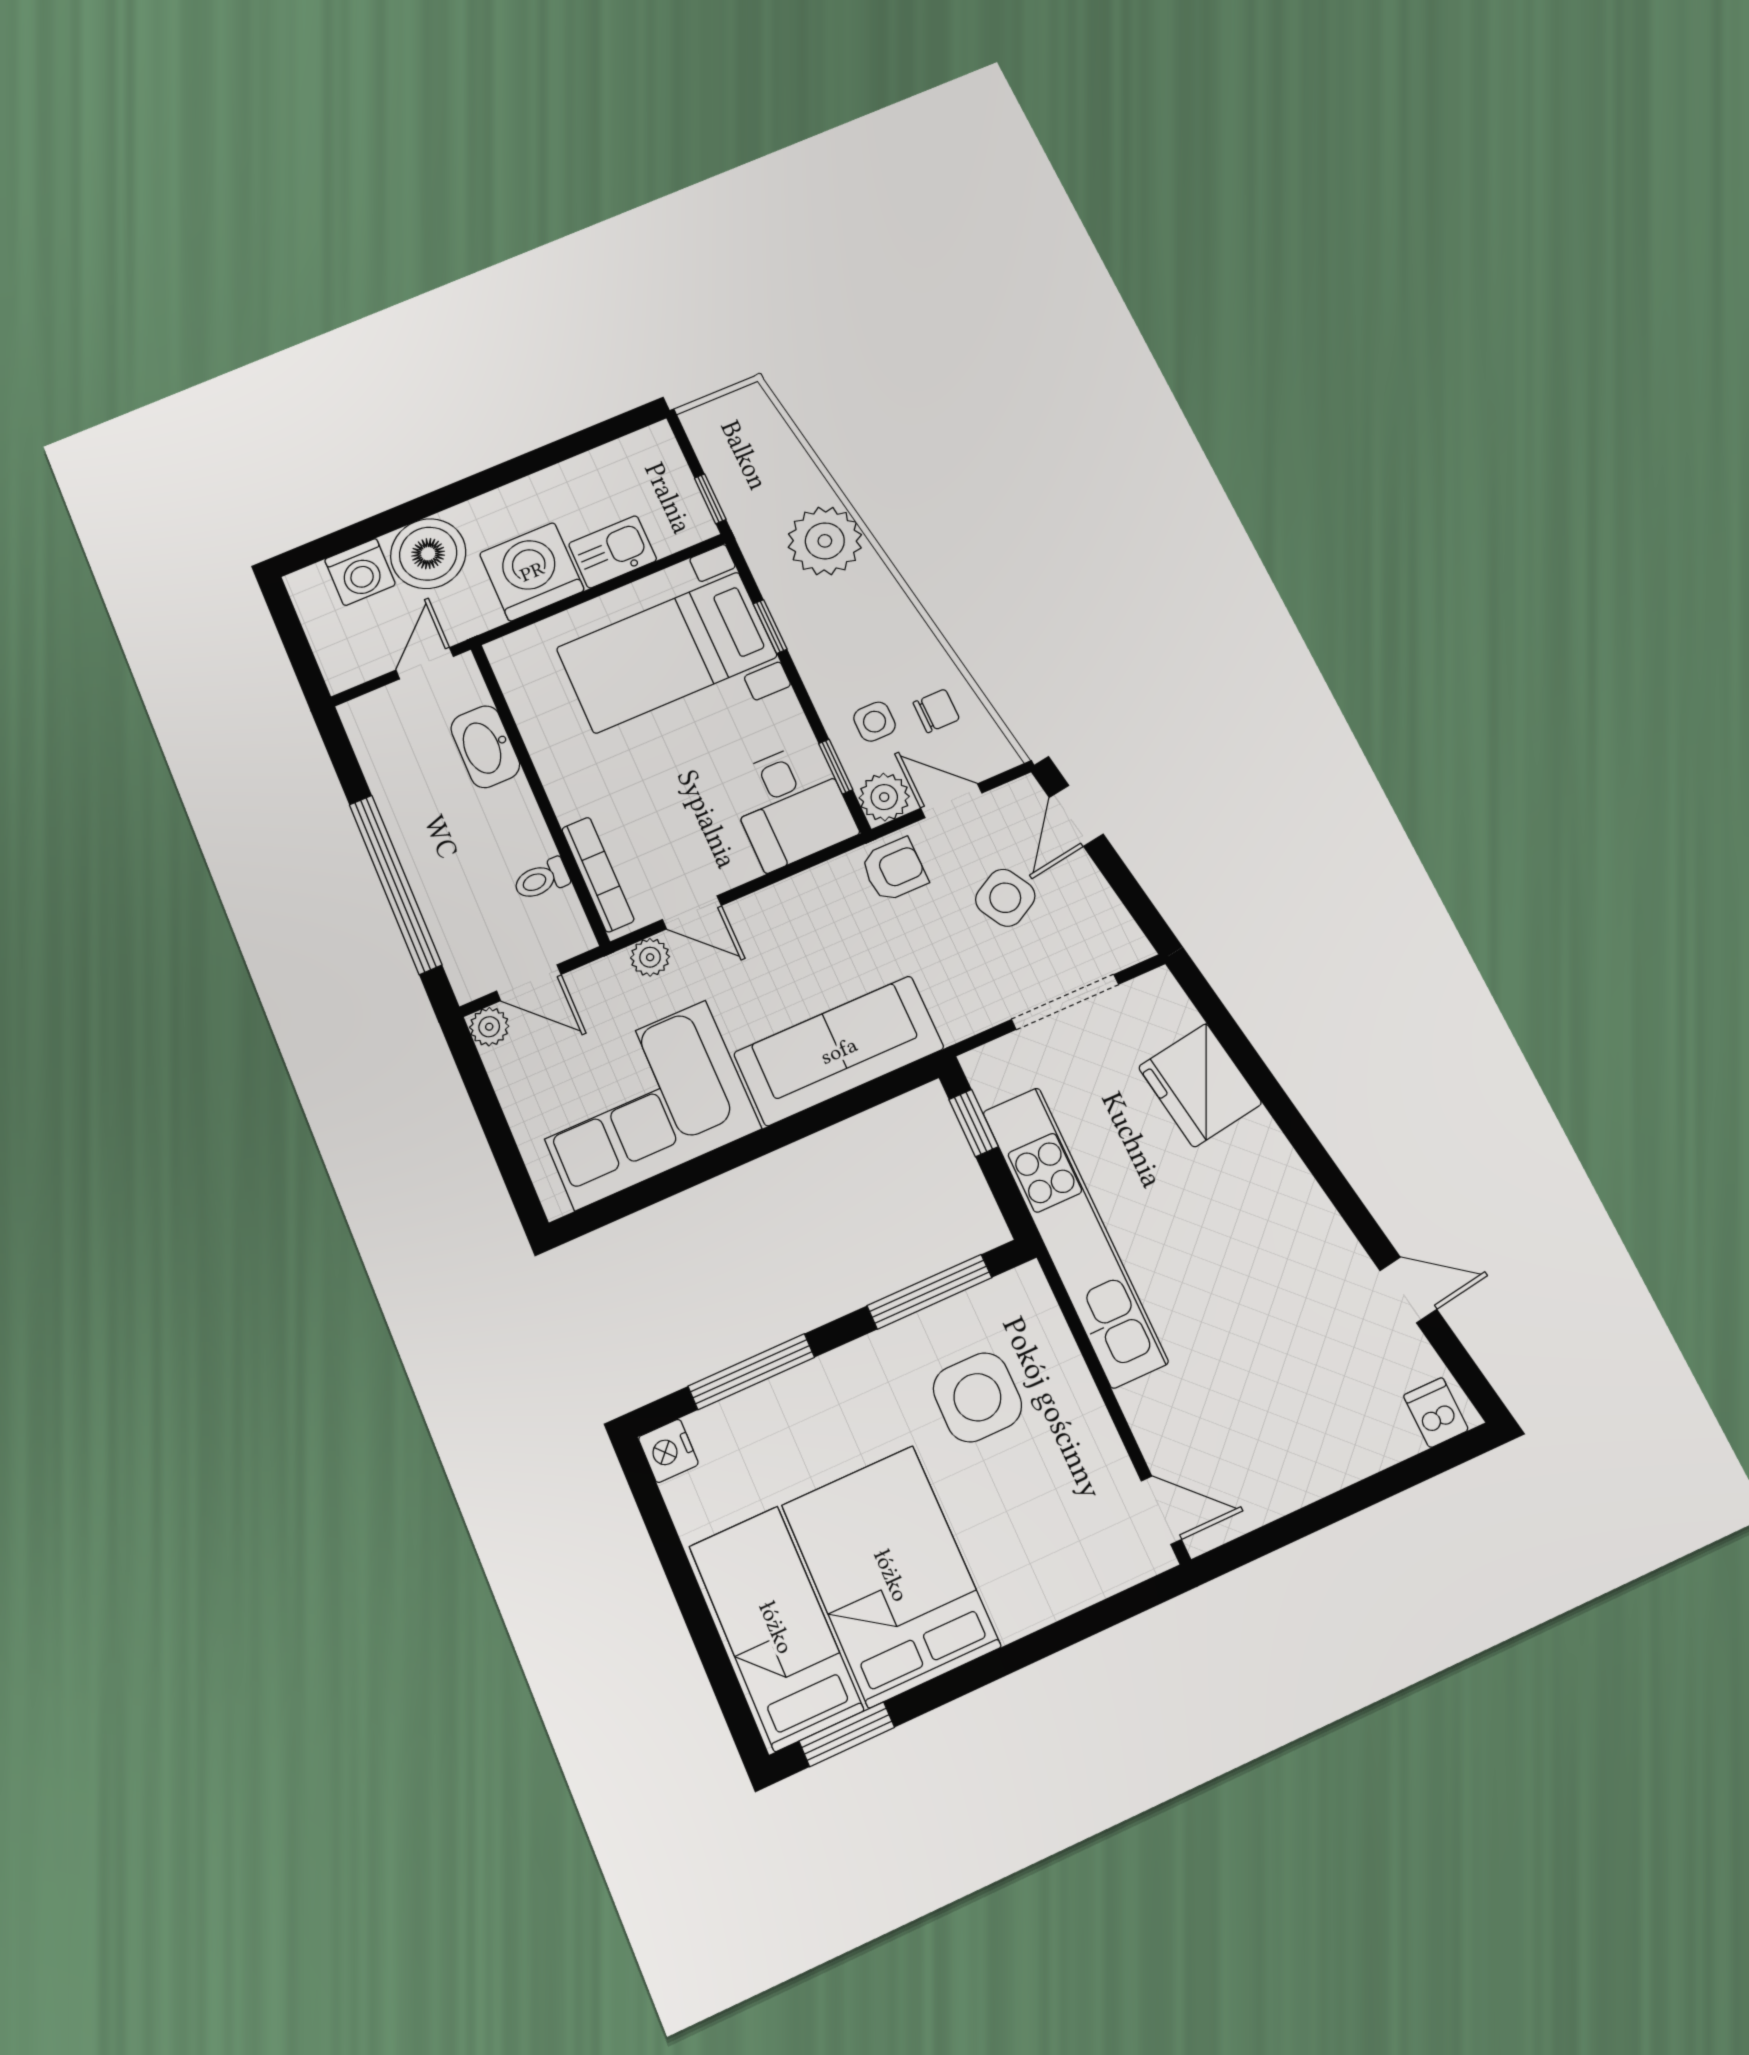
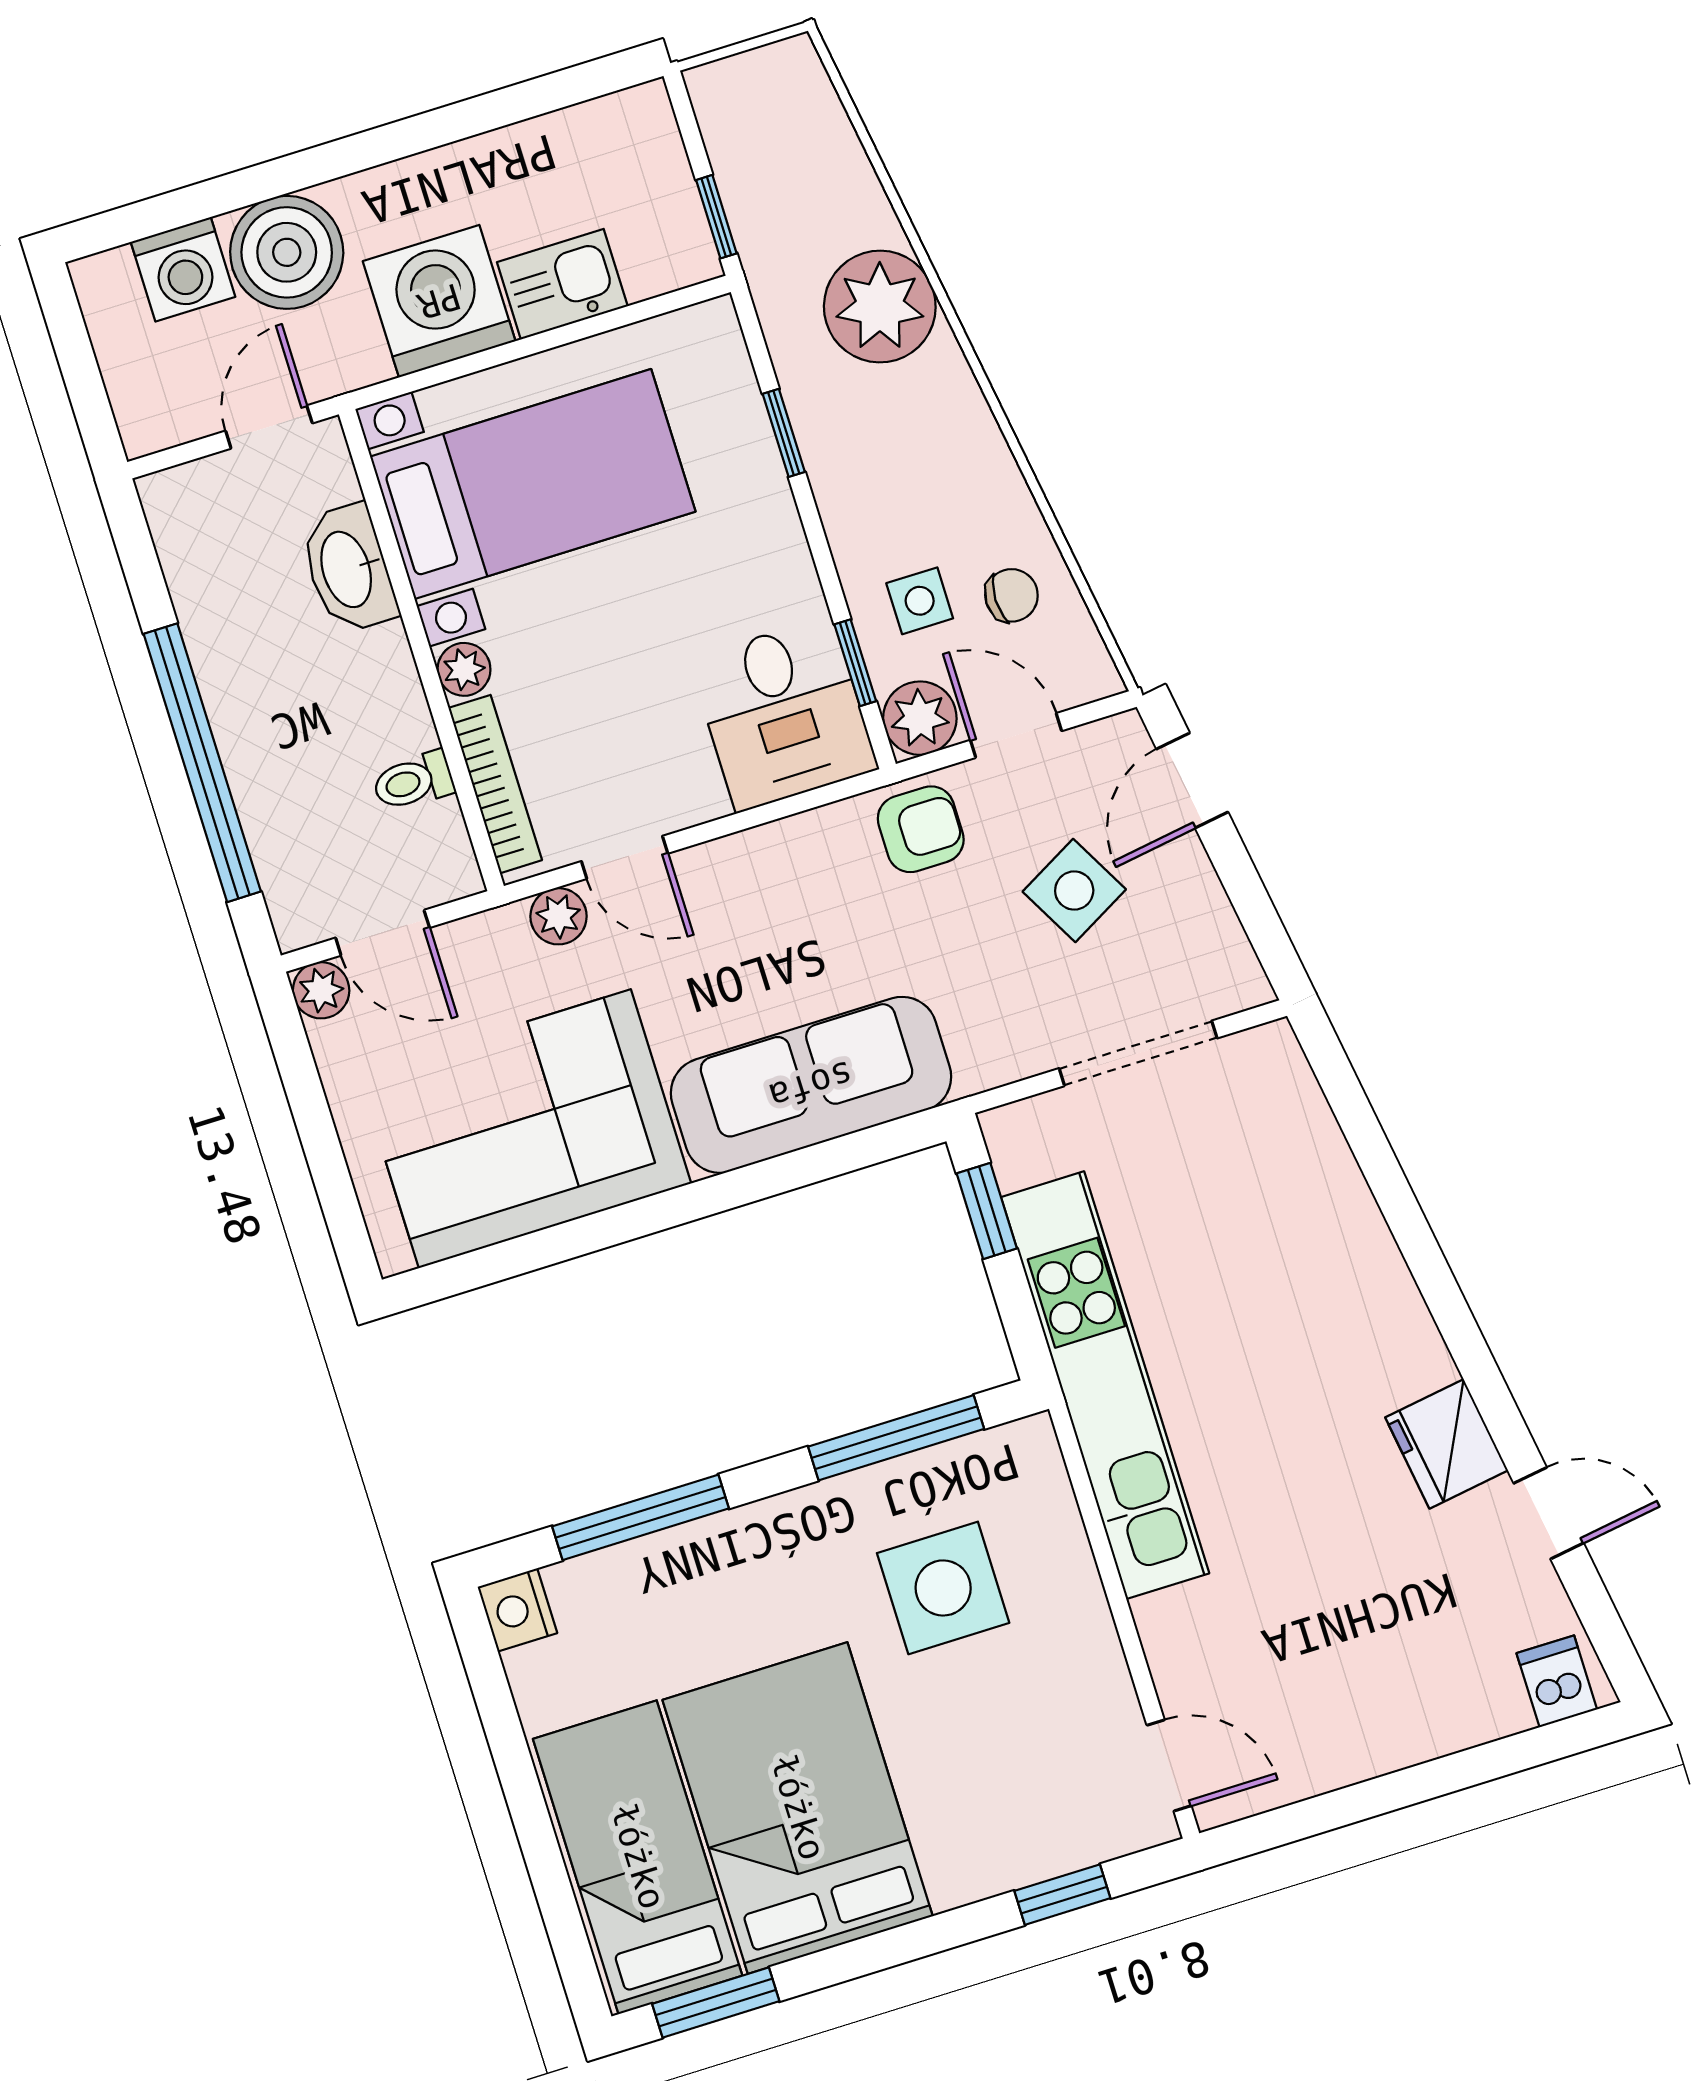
bed with nightstands: (667, 652) -> (533, 484), moved, turned 180
plant: (570, 802) -> (464, 669), added
fridge: (1200, 1085) -> (1447, 1444), moved, width x0.73, depth x0.75
window: (1096, 1618) -> (1062, 1895), added

